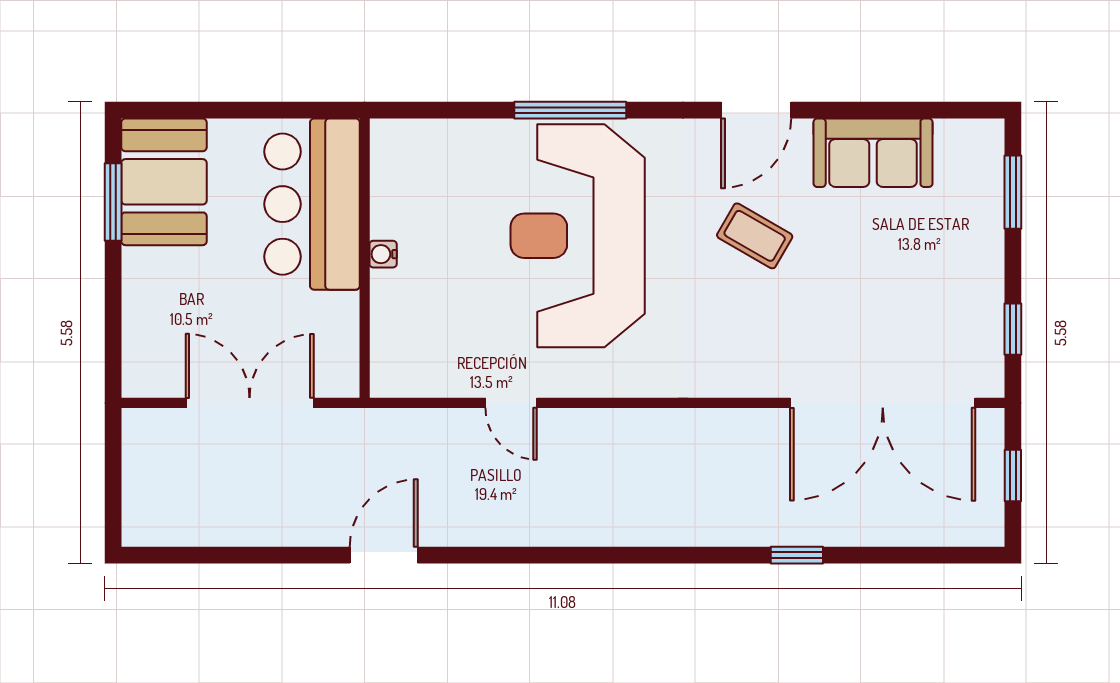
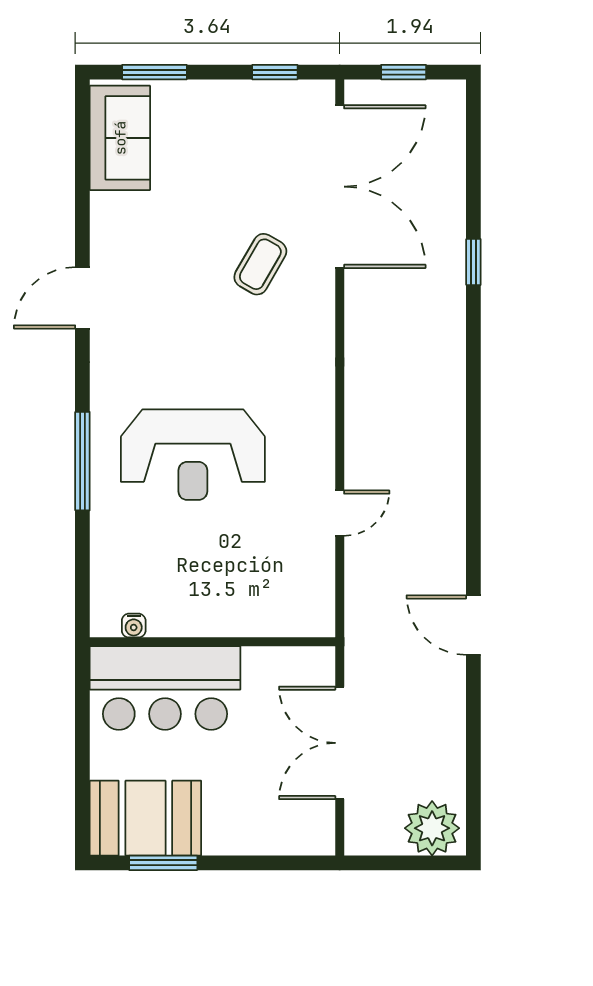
door: (756, 110) -> (82, 298), swing flipped
sofa: (873, 153) -> (120, 138), moved
reception desk: (578, 236) -> (193, 455), width x0.74, depth x0.77
coffee table: (755, 236) -> (260, 264), moved
water cooler: (383, 254) -> (134, 626), moved
plant: (152, 508) -> (432, 828), added

